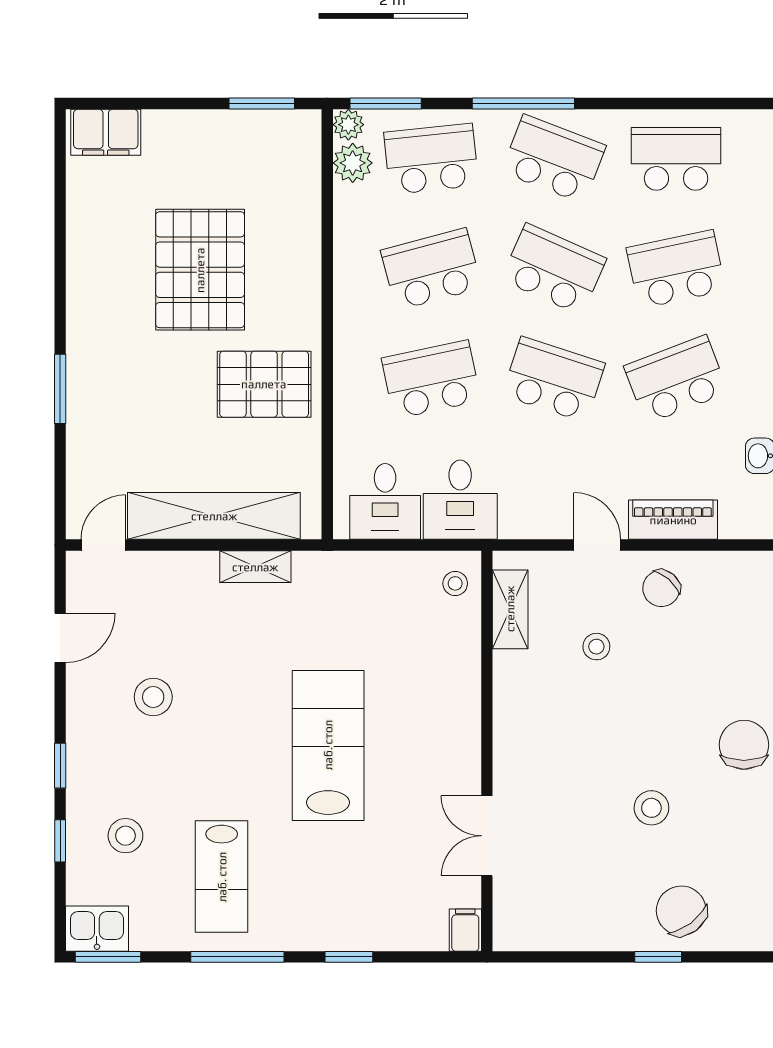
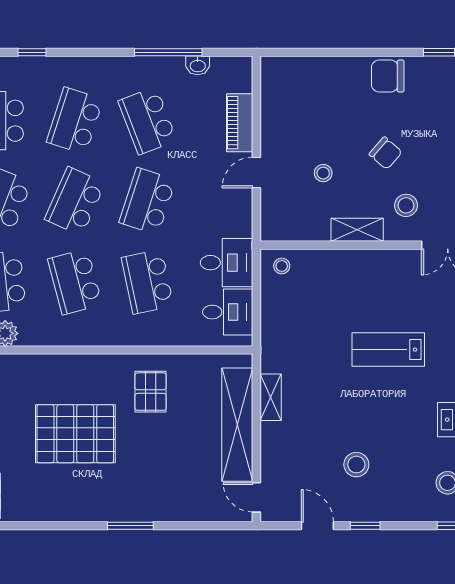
school desk: (676, 269) -> (75, 121), turned 30
pallet: (264, 384) -> (151, 392), width x0.67, depth x0.71
window: (60, 389) -> (130, 526), moved
chair: (661, 588) -> (386, 153), moved
shelving: (510, 609) -> (357, 230), moved
lab bench: (328, 745) -> (388, 350), width x0.73, depth x0.72
window: (60, 766) -> (365, 526), moved
stool: (651, 808) -> (406, 205), moved

